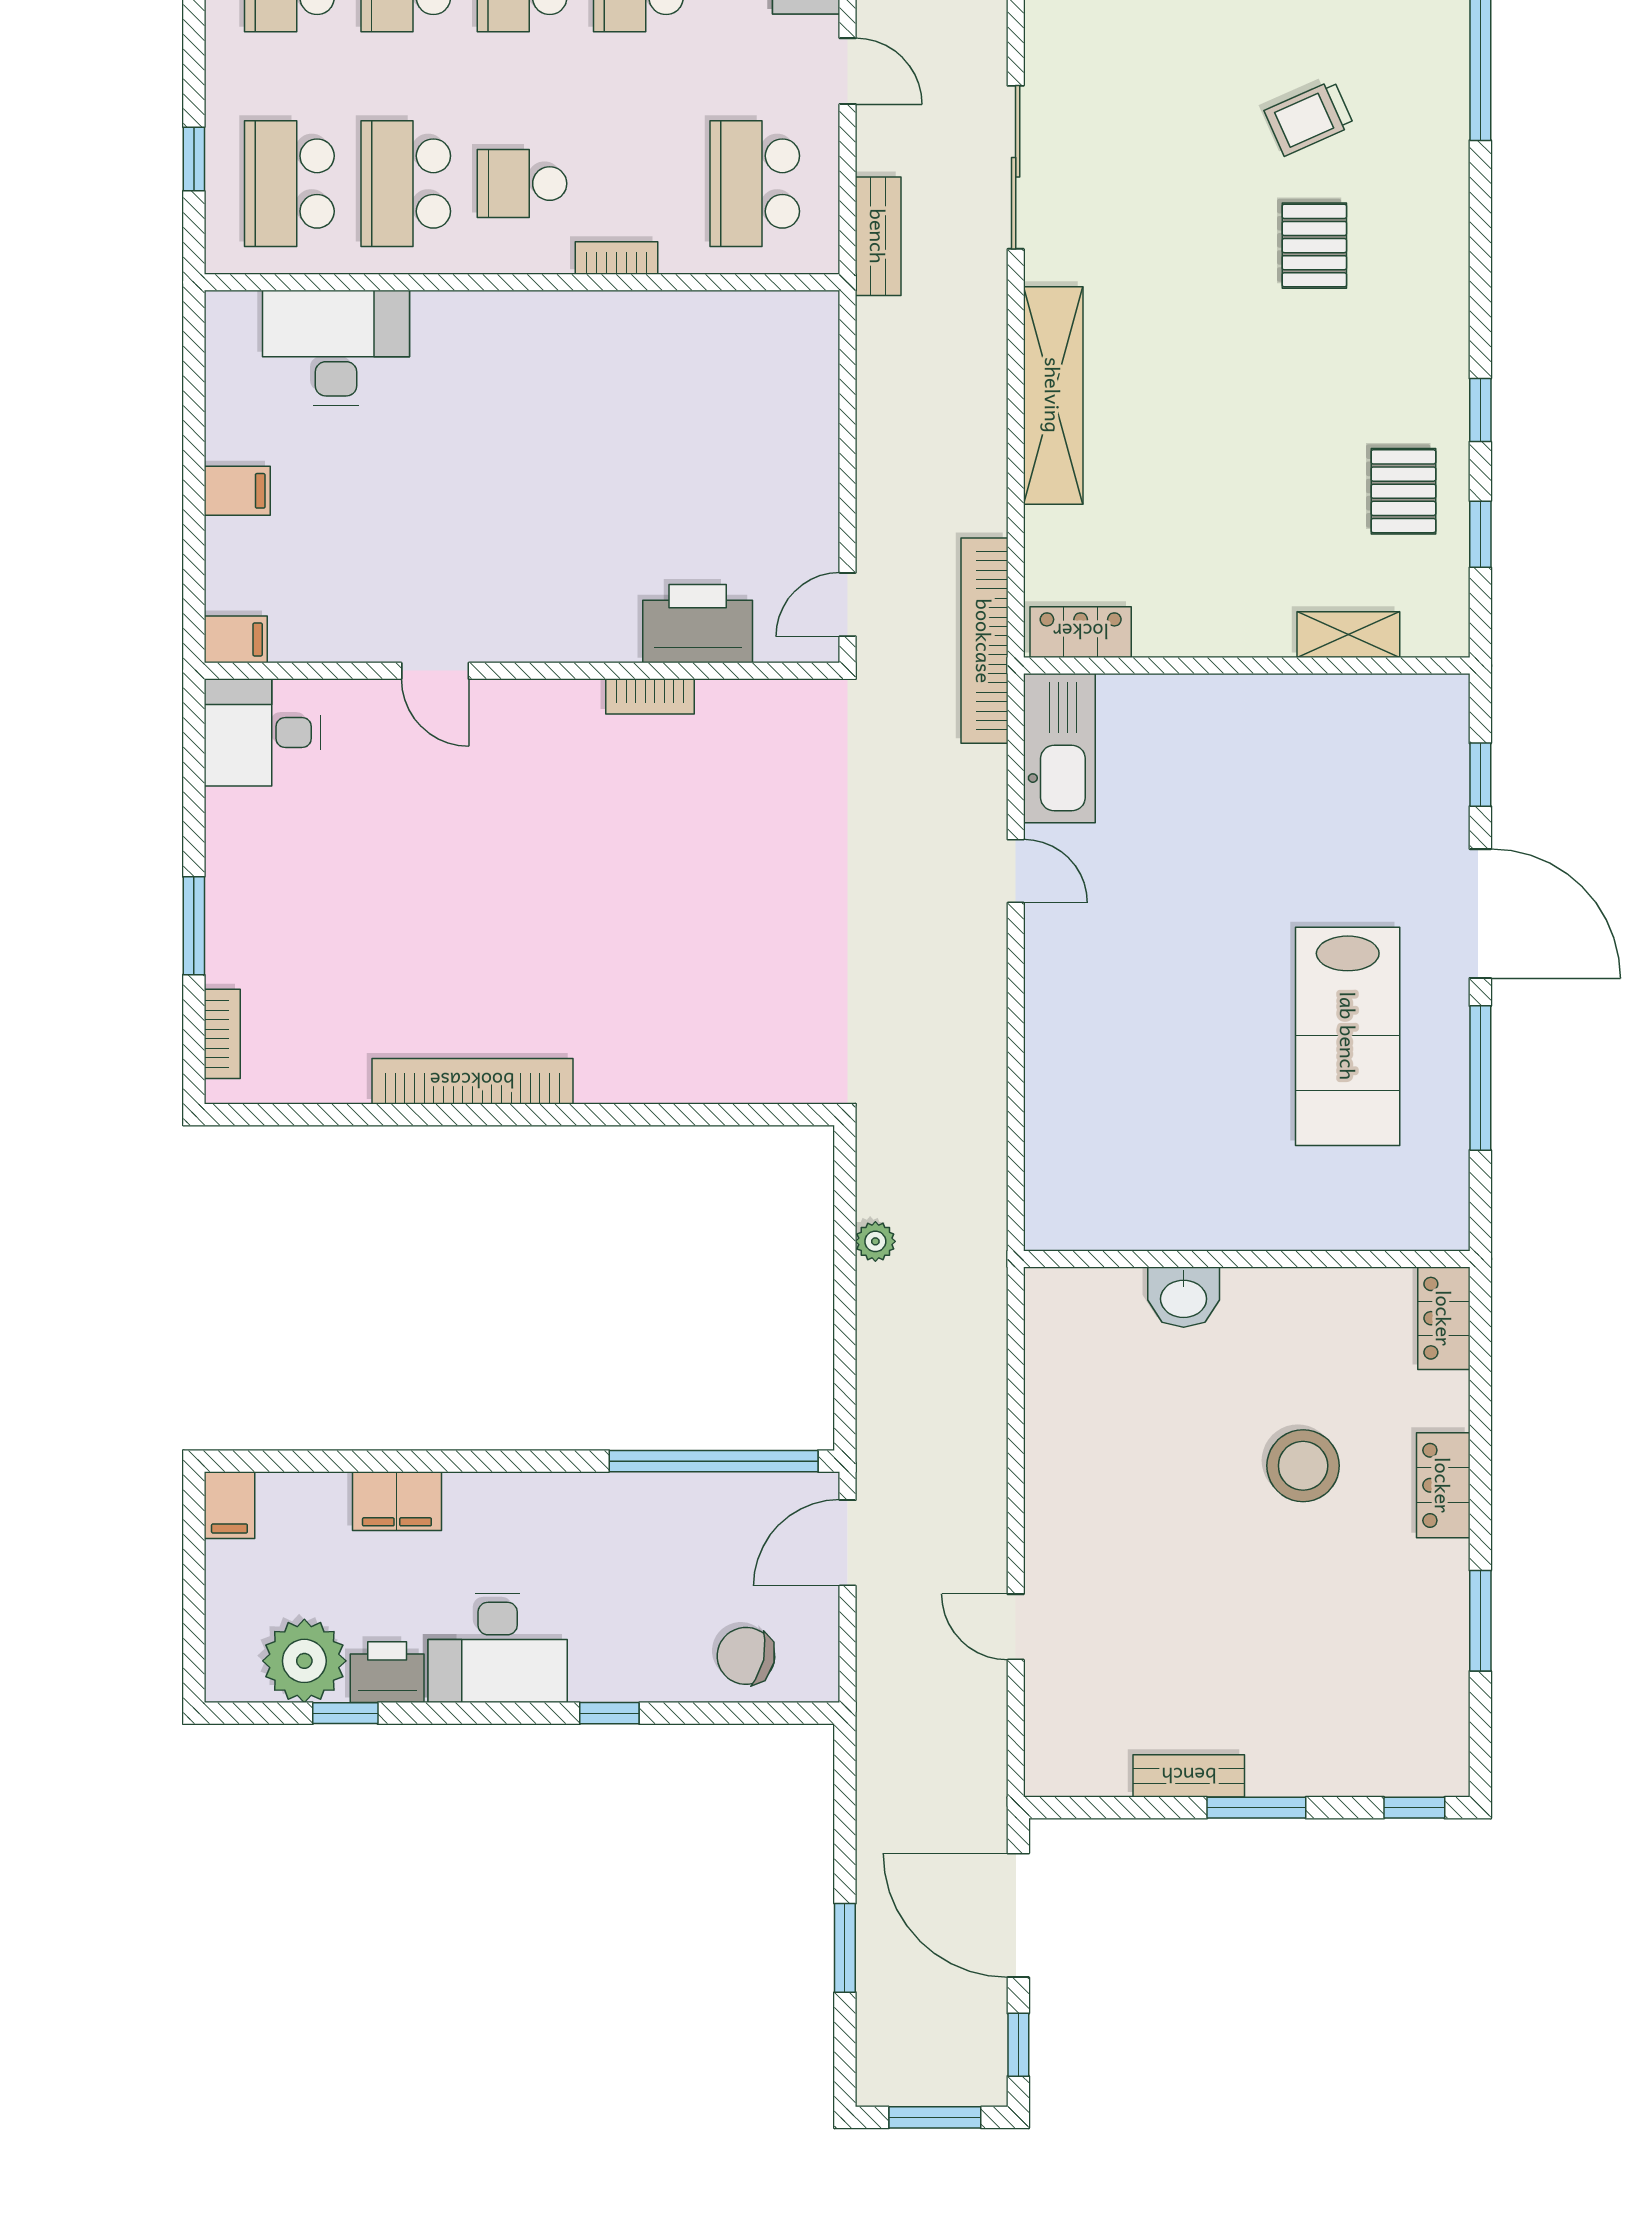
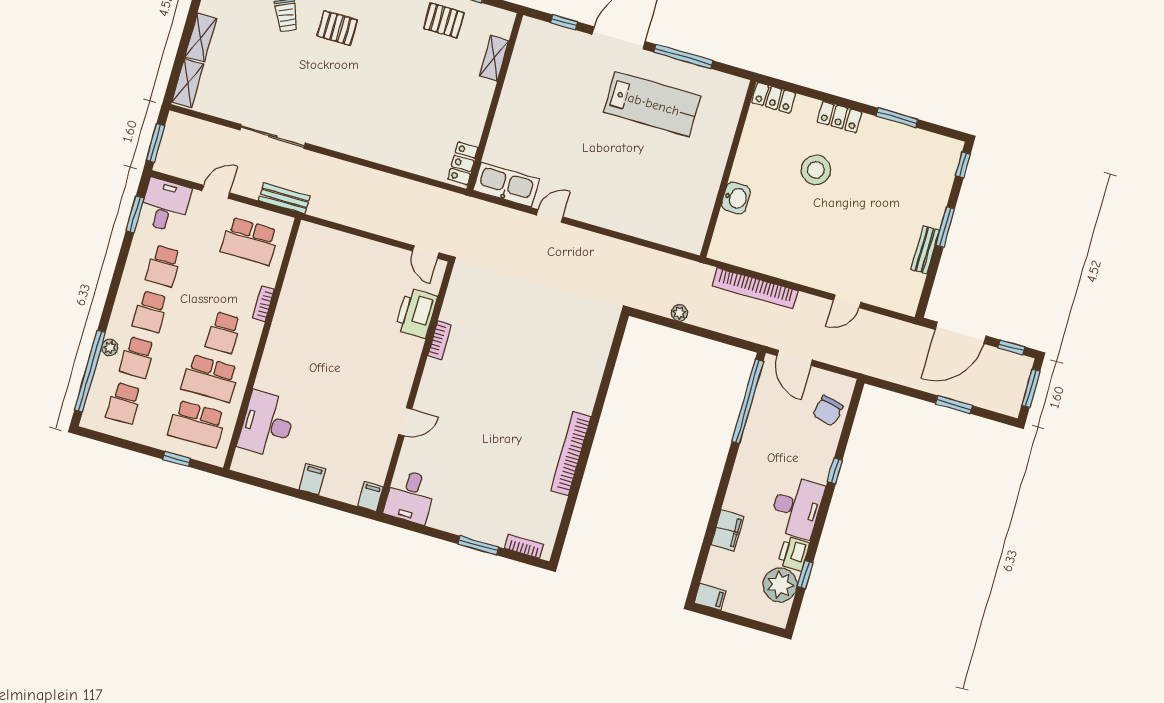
shelving: (1053, 395) -> (367, 148), removed
bookcase: (984, 641) -> (755, 288), moved

